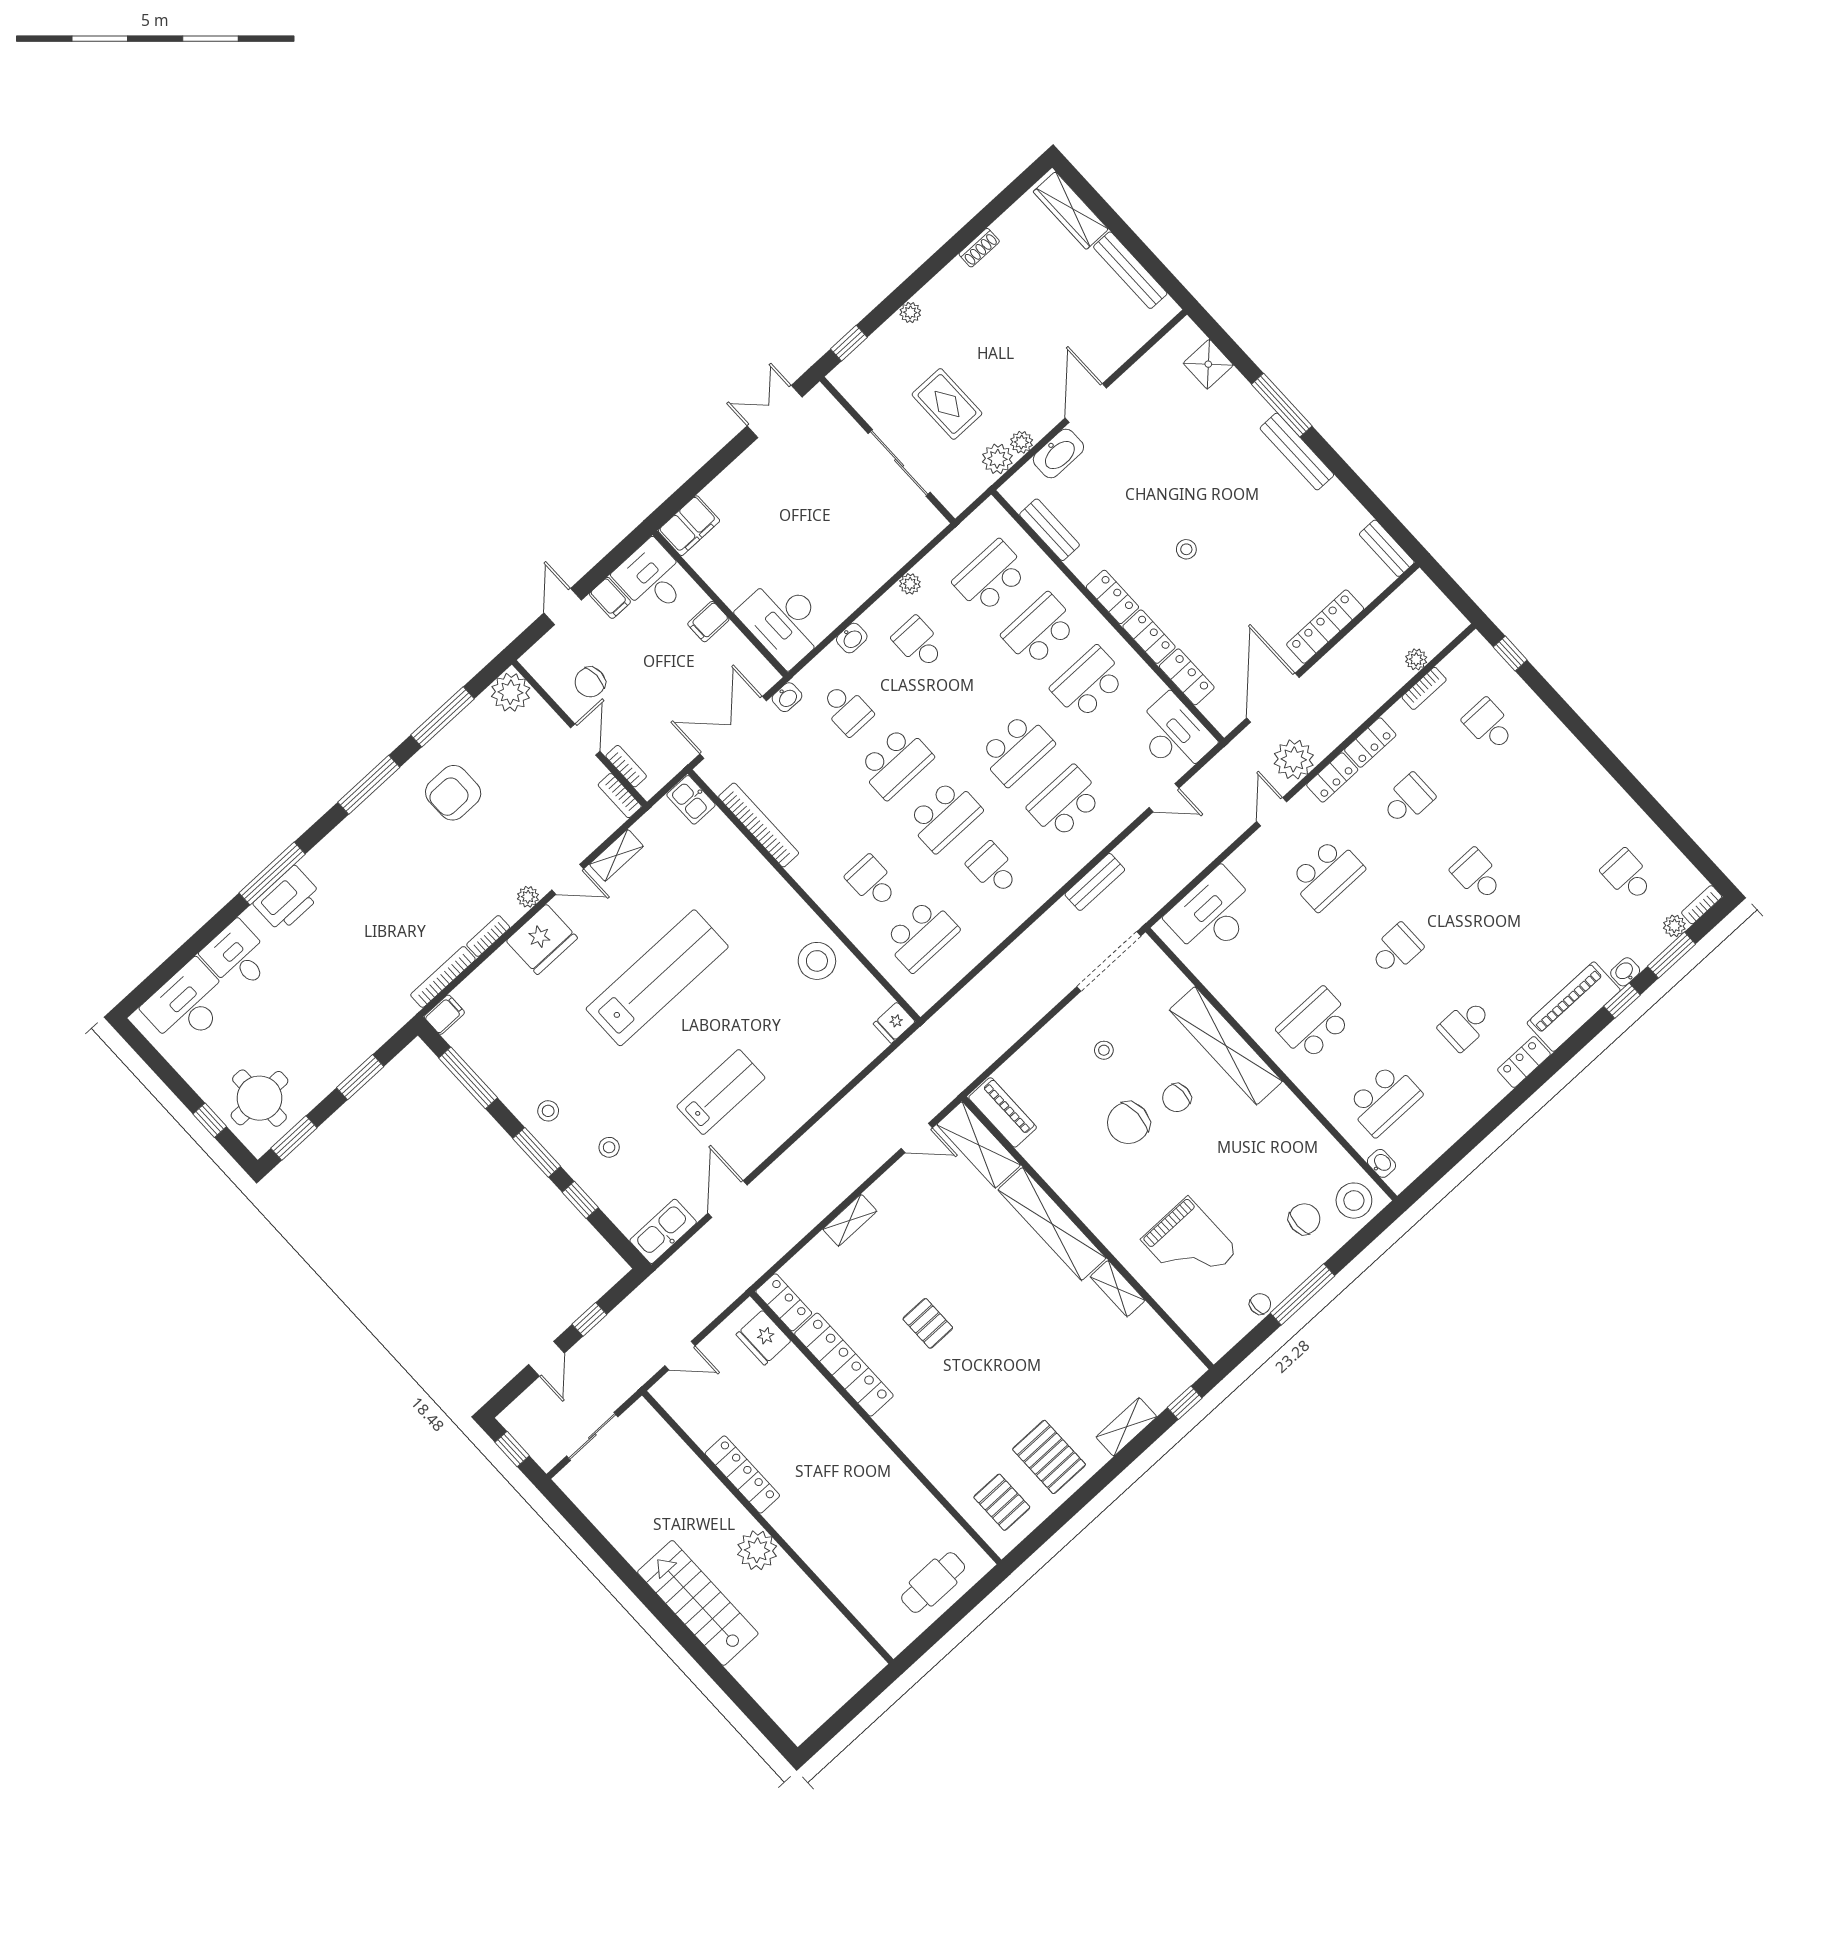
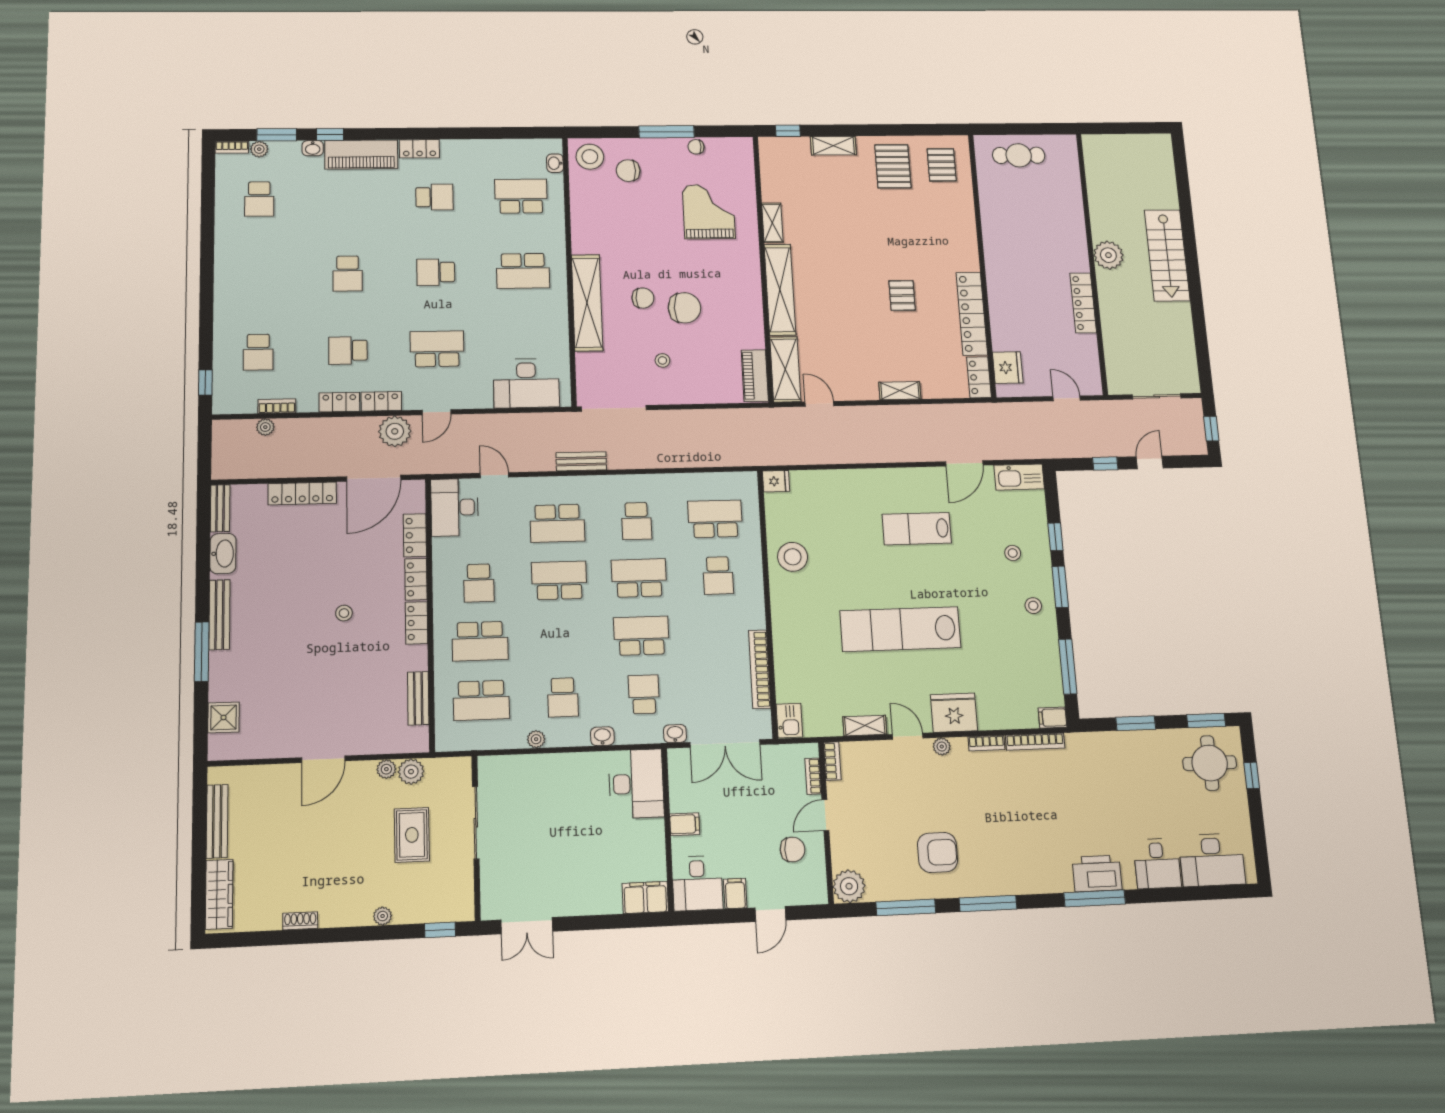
washbasin: (1058, 453) -> (223, 554), moved, turned 90
school desk: (1088, 683) -> (479, 583), width x0.54

